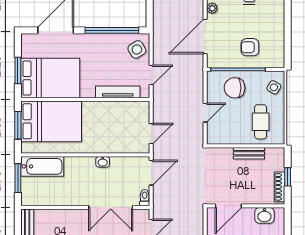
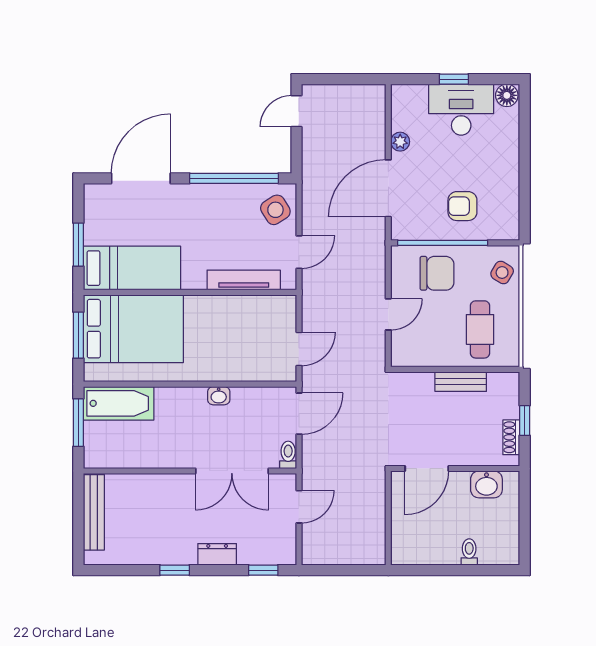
bed: (50, 78) -> (132, 268), width x0.67
chair: (235, 88) -> (437, 273), turned 180
shoe rack: (279, 187) -> (511, 437), width x0.70

